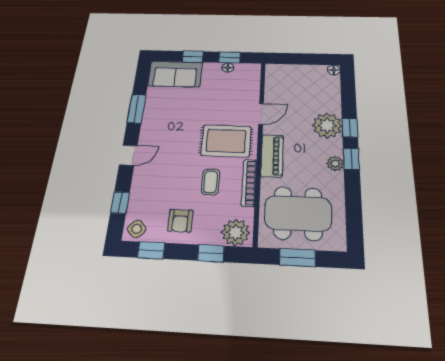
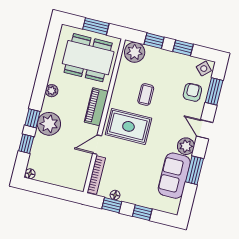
sofa: (175, 74) -> (174, 176), moved, turned -90
plant: (150, 132) -> (186, 146), added
door: (128, 155) -> (205, 129), hinge flipped
window: (351, 159) -> (26, 144), moved
bookcase: (249, 183) -> (96, 175), moved
window: (120, 203) -> (214, 91), width x1.50
armchair: (180, 221) -> (192, 92), moved
window: (151, 250) -> (183, 48), moved

